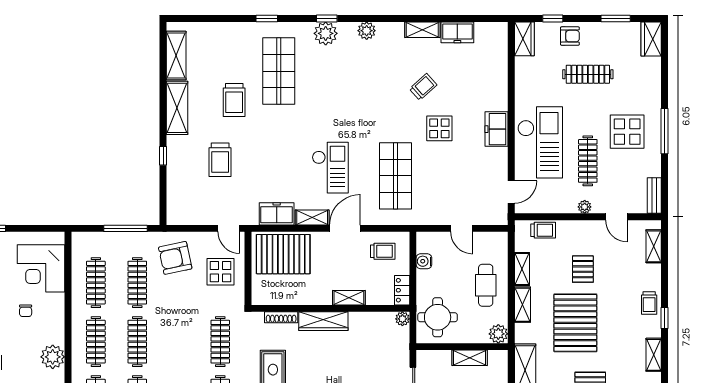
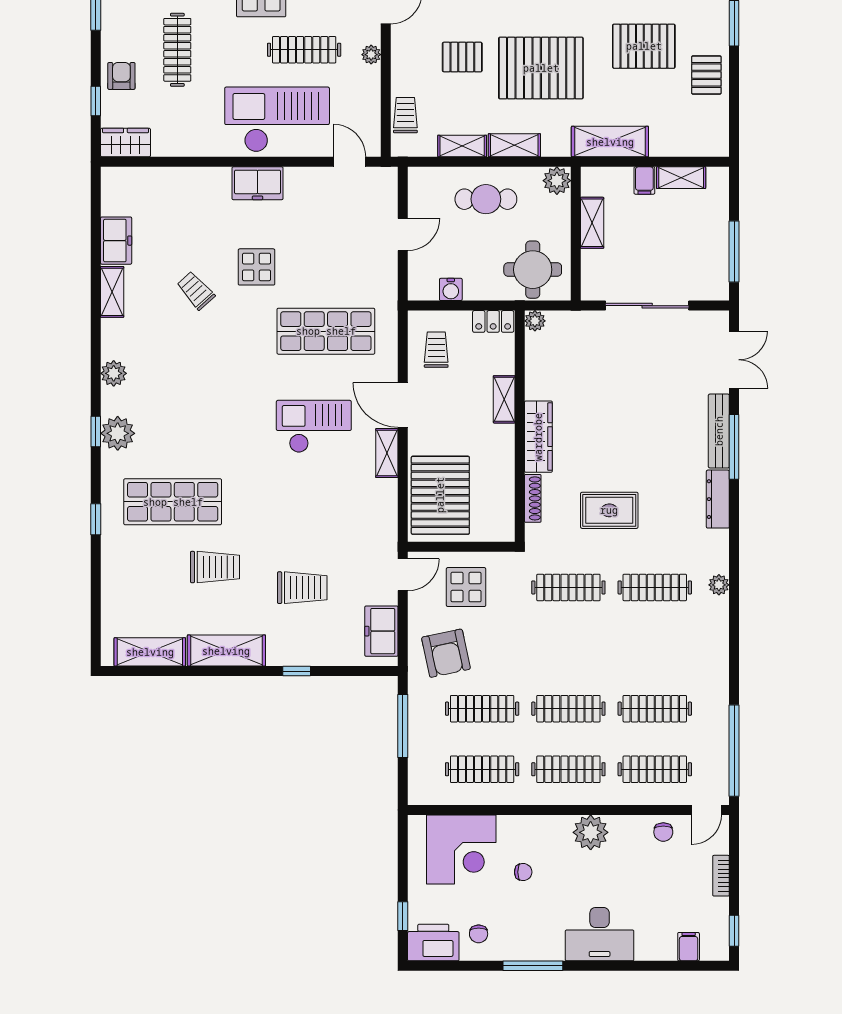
freezer: (277, 214) -> (381, 631), moved

